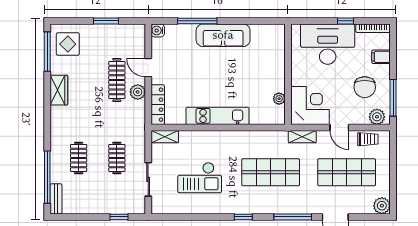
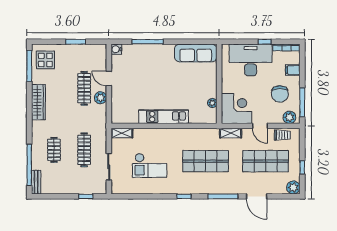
sofa: (223, 35) -> (196, 53), moved
wardrobe: (59, 90) -> (38, 102), width x1.50
locker: (158, 105) -> (116, 108), removed
clothes rail: (117, 158) -> (84, 150), width x1.36
window: (393, 180) -> (302, 167), added

